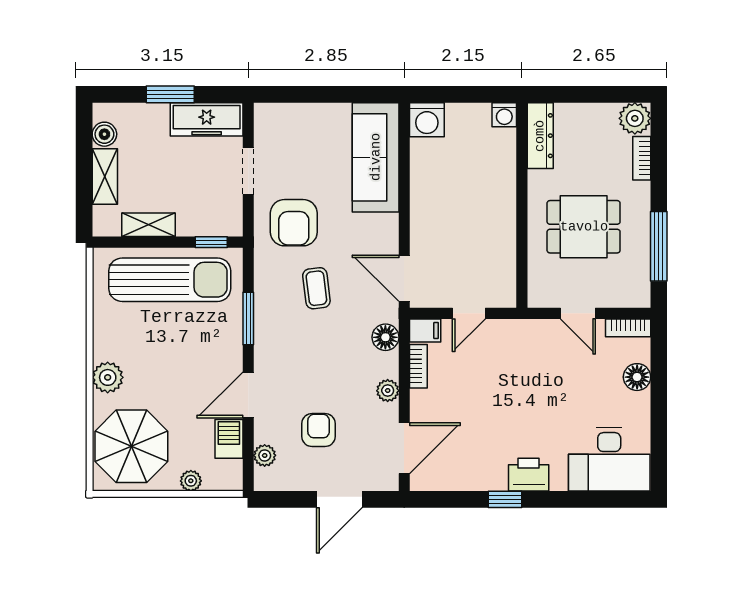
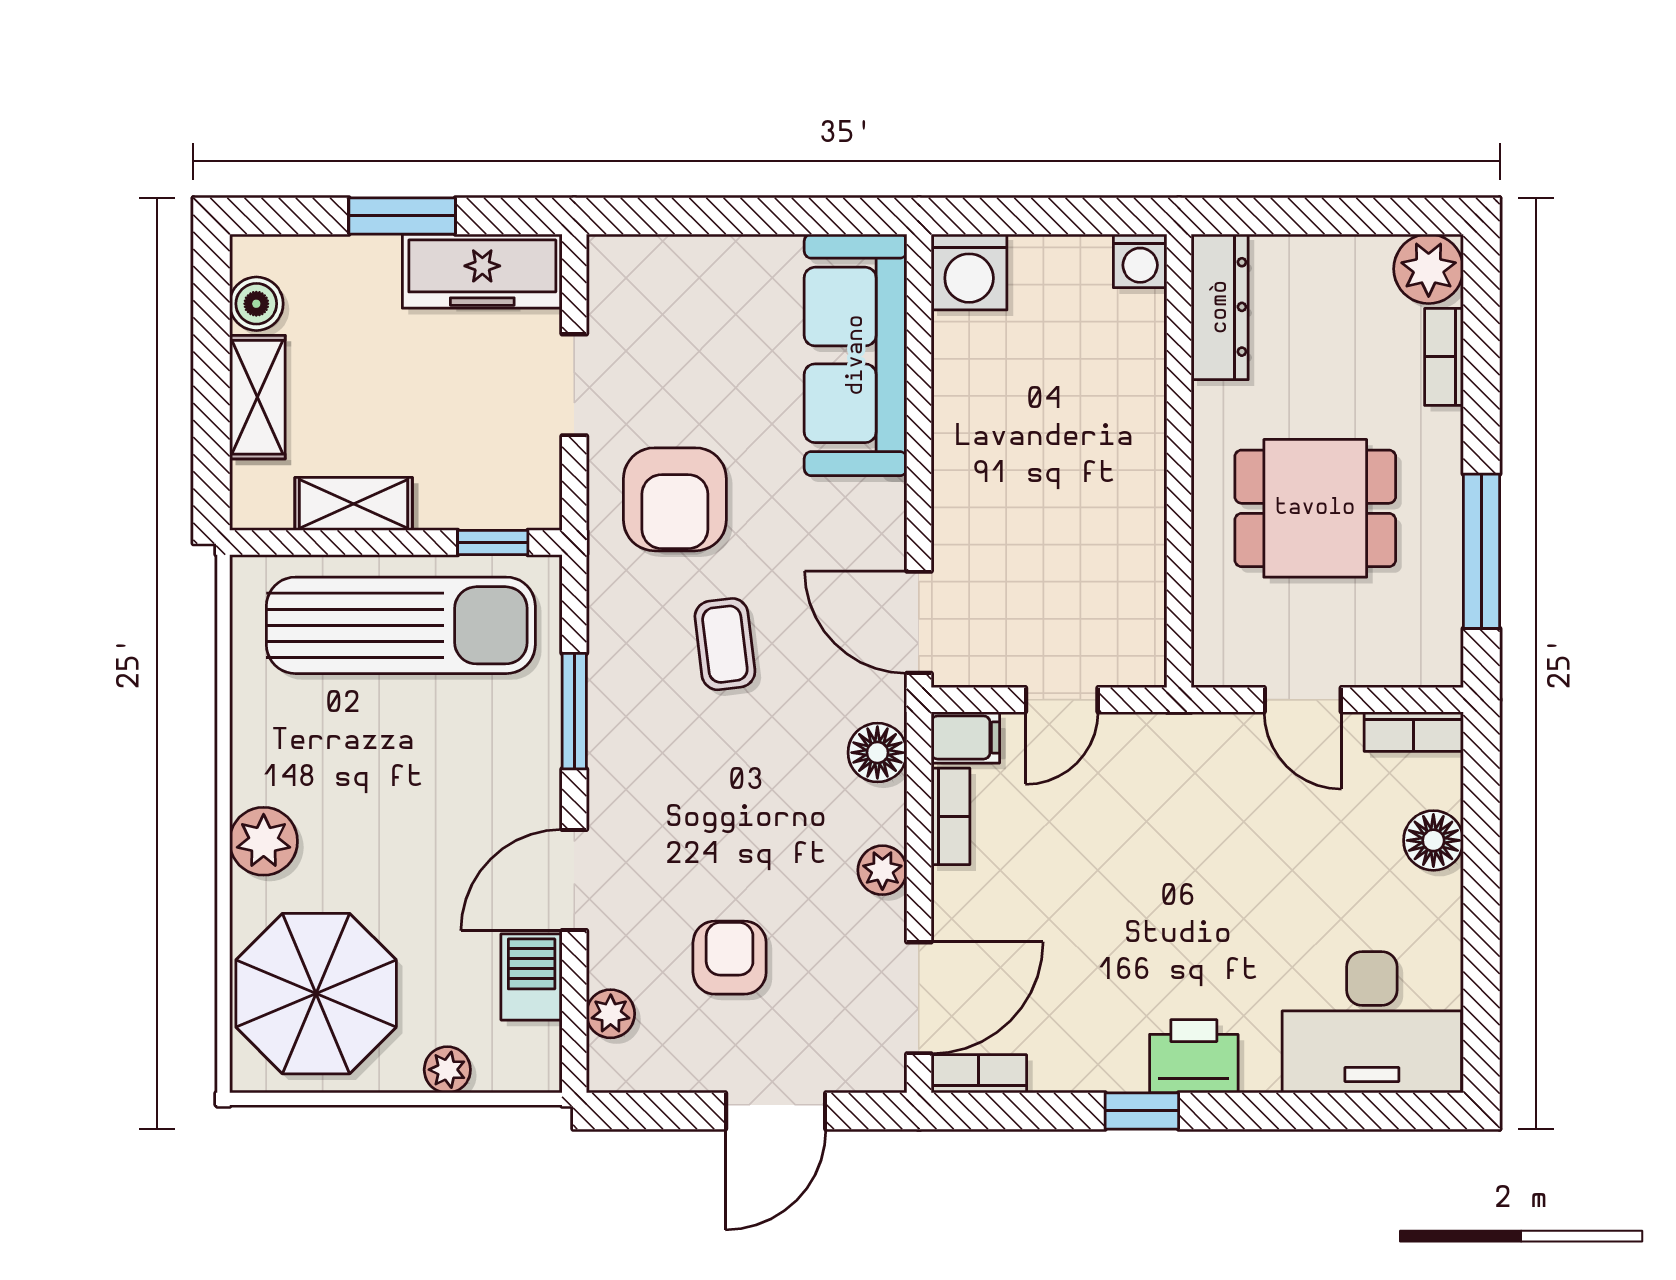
bookcase: (431, 483) -> (979, 1074), added

